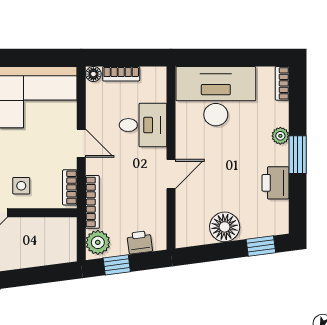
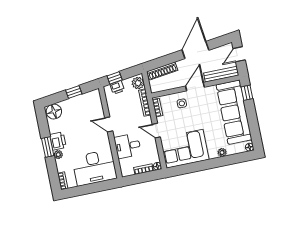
door: (171, 174) -> (109, 124), hinge flipped
printer: (276, 183) -> (58, 141), moved
floor lamp: (225, 227) -> (54, 112), moved
window: (261, 246) -> (74, 92), moved
shoe rack: (46, 256) -> (162, 71), added
window: (117, 265) -> (115, 78), moved

